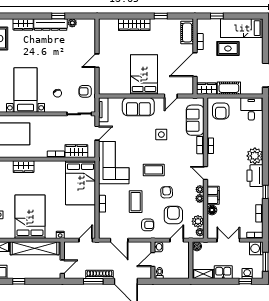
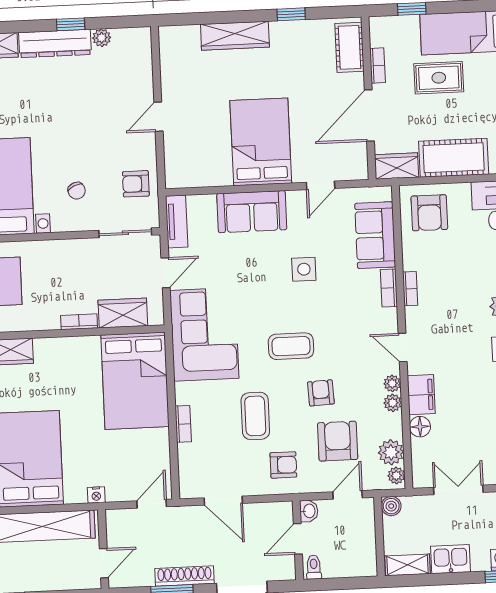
cot: (229, 88) -> (454, 158), width x1.37, depth x1.34

